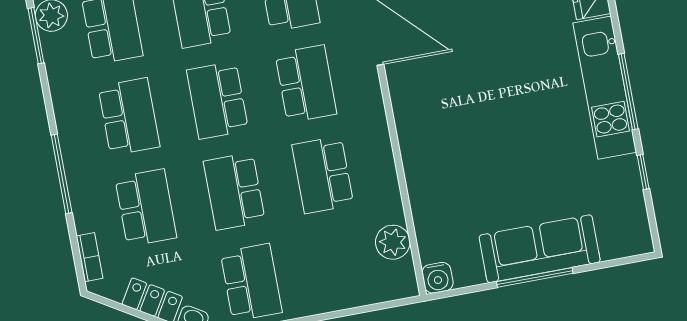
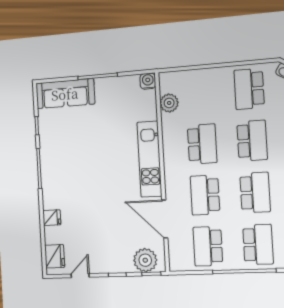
kitchen unit: (605, 88) -> (149, 159), moved, turned 180
sofa: (540, 249) -> (65, 94), moved

